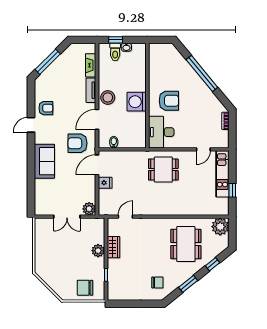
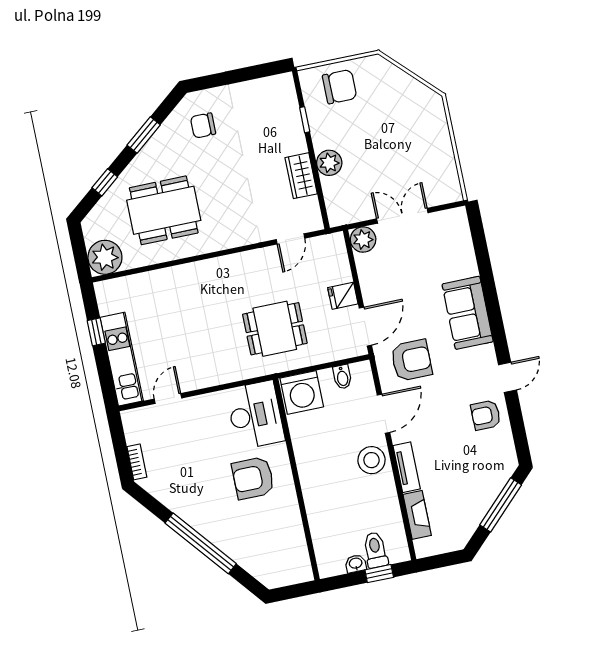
washing machine: (137, 102) -> (302, 392), moved, turned 90
dining table: (163, 169) -> (275, 329), moved
dining table: (186, 244) -> (164, 210), turned 90

